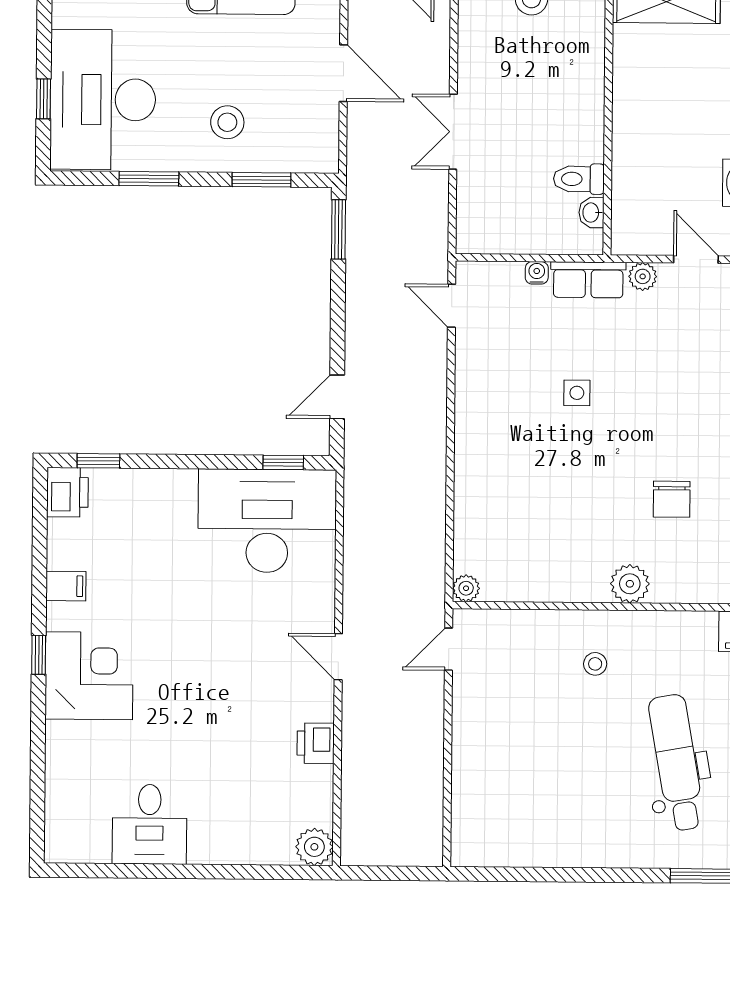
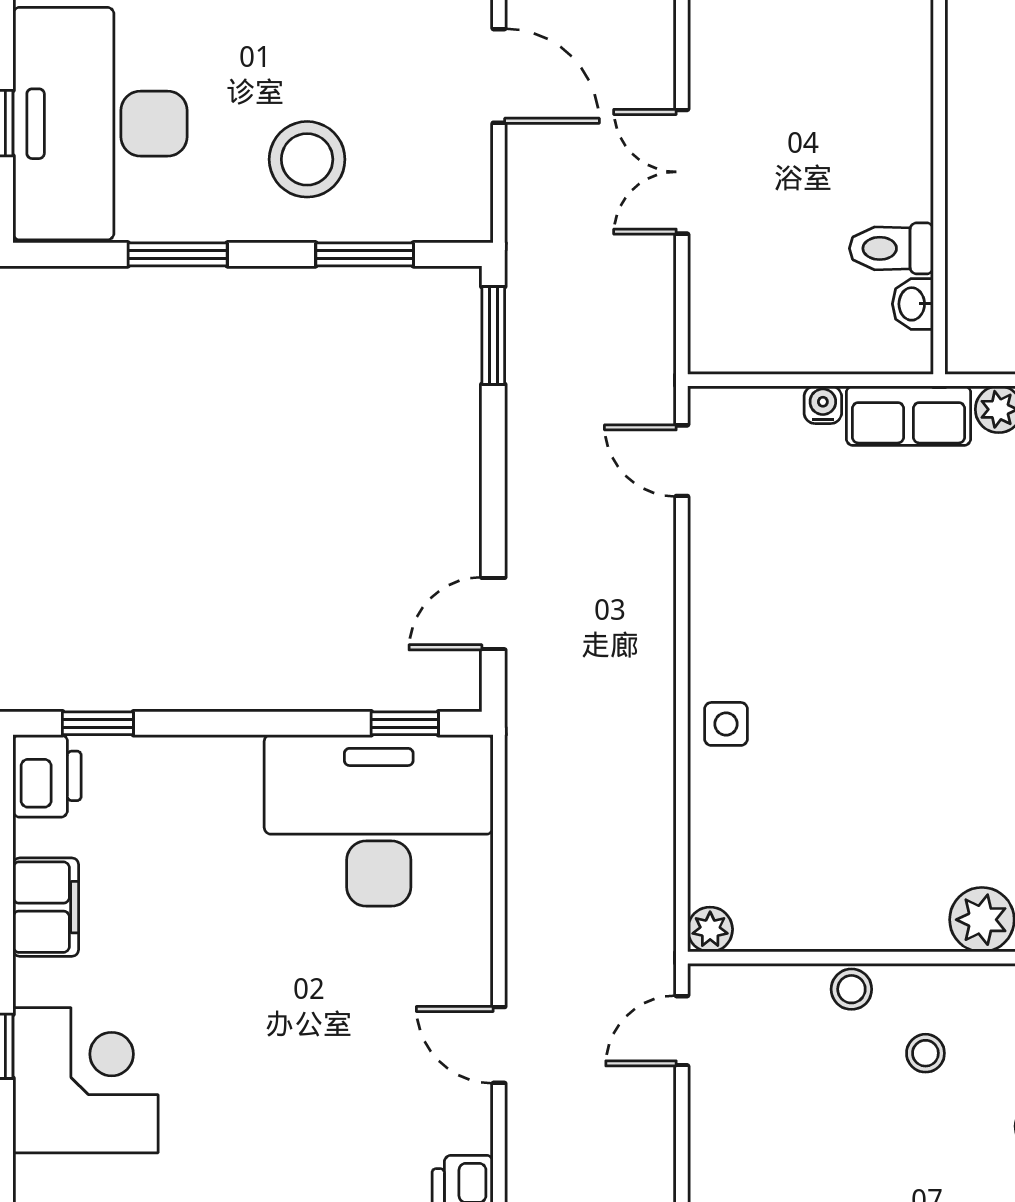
stool: (227, 122) -> (307, 159), width x1.38, depth x1.38
side table: (577, 393) -> (726, 724), moved
filing cabinet: (66, 586) -> (46, 907), width x2.00
stool: (551, 625) -> (851, 989), added

